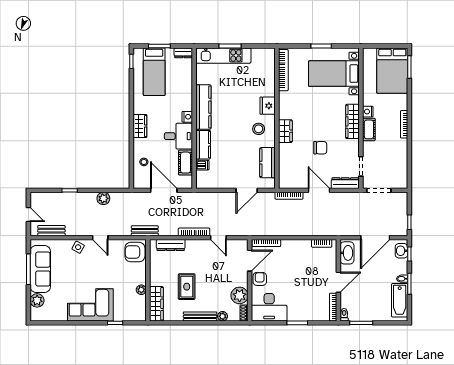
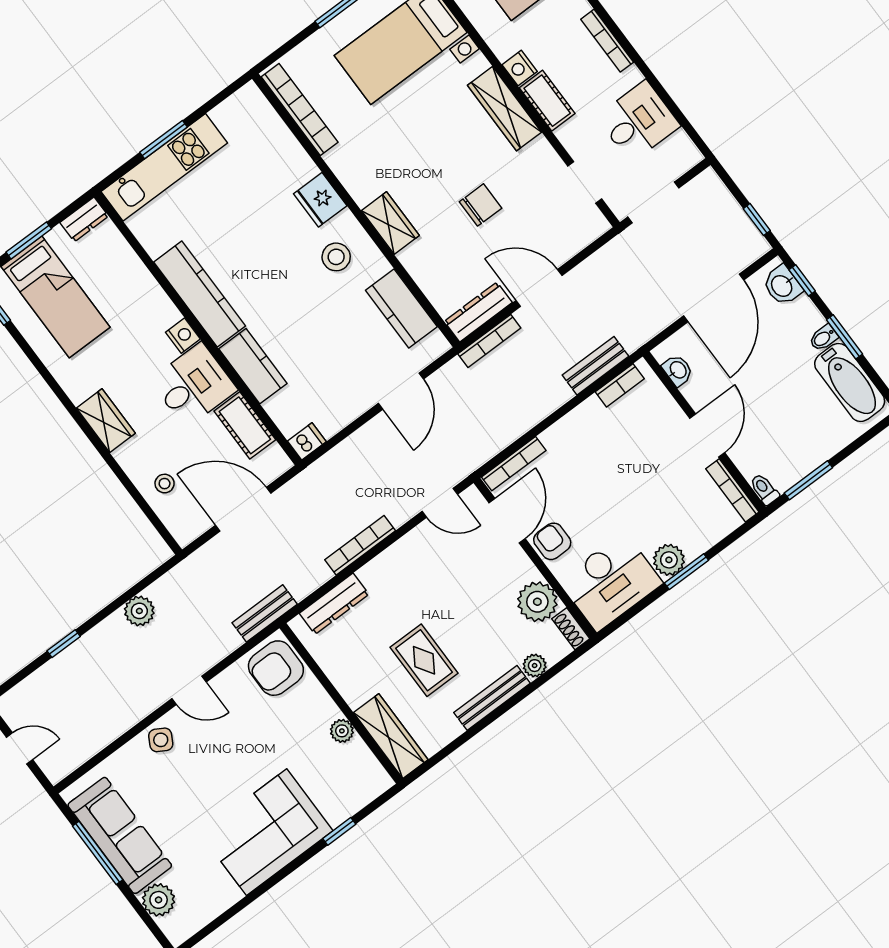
desk: (394, 159) -> (638, 121), added
dishwasher: (202, 165) -> (307, 441), moved
dresser: (345, 183) -> (478, 312), moved
bench: (51, 231) -> (595, 366), moved
door: (218, 238) -> (440, 503), moved
washbasin: (347, 253) -> (678, 370), width x0.52, depth x0.69
plant: (294, 314) -> (669, 560), added

